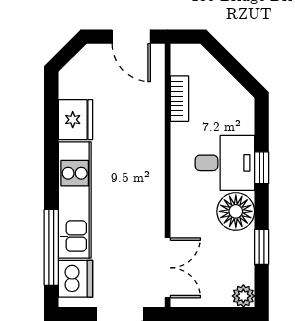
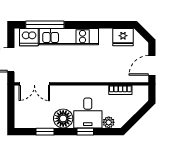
fridge: (75, 120) -> (123, 37), moved
plant: (243, 296) -> (109, 122), moved

